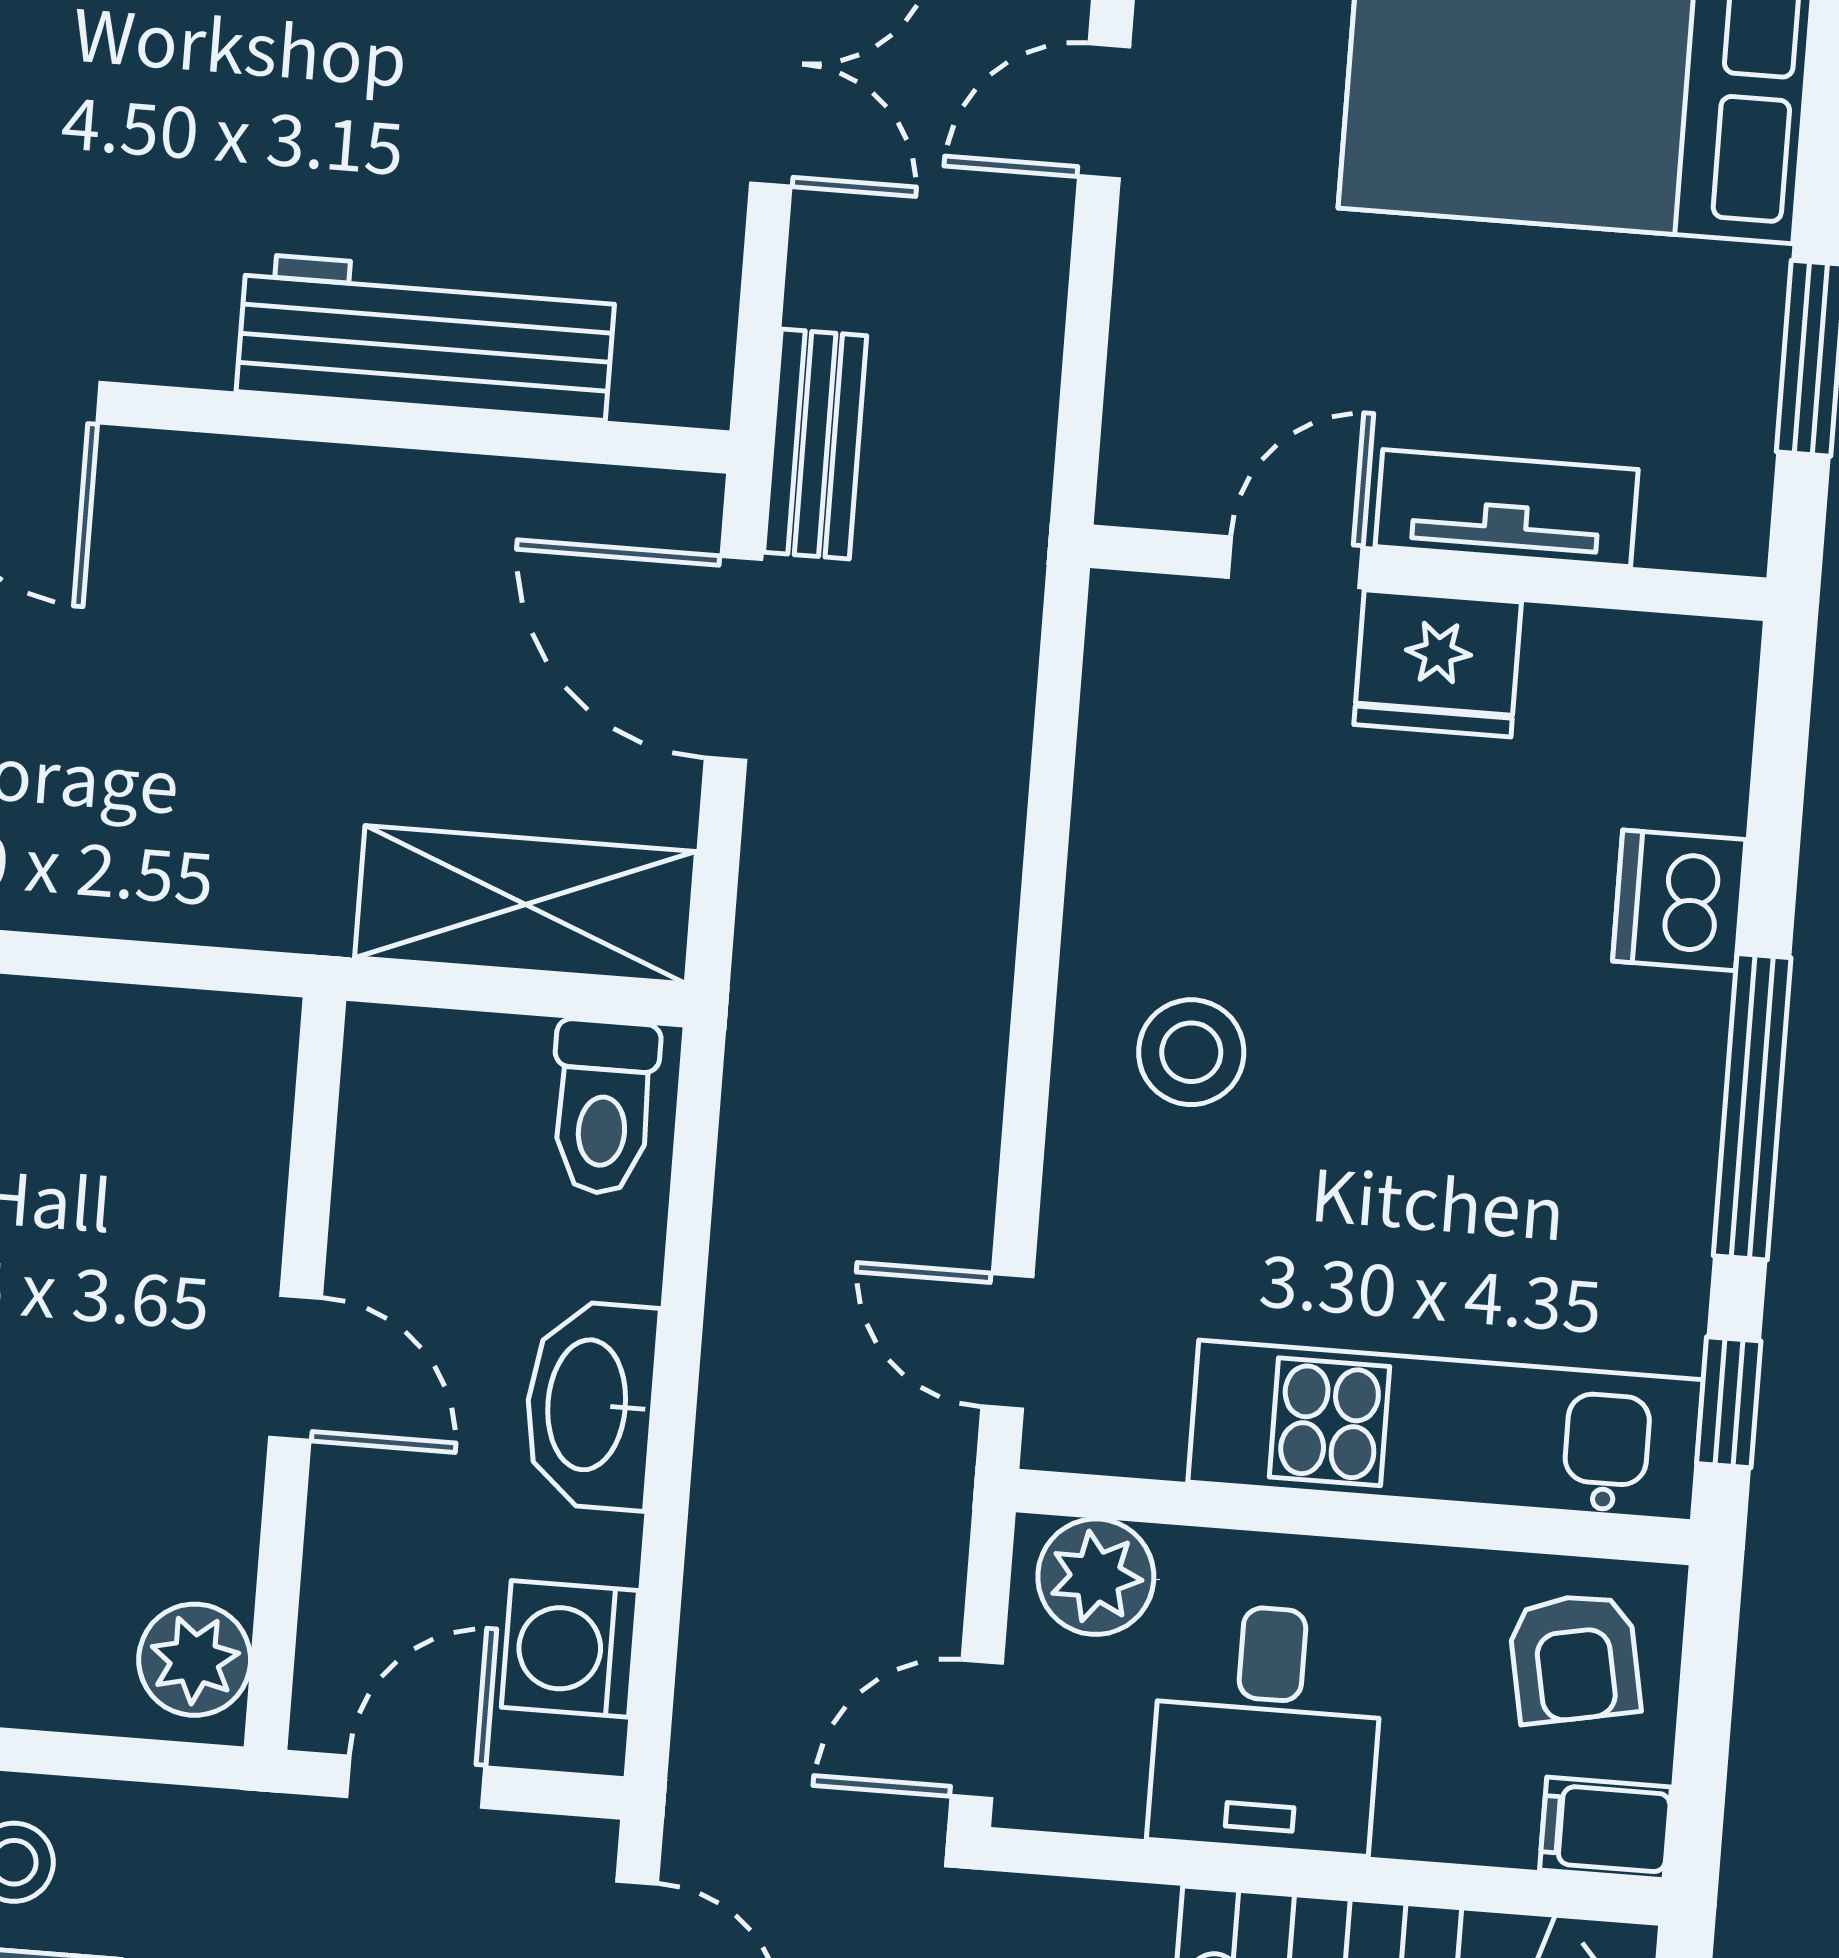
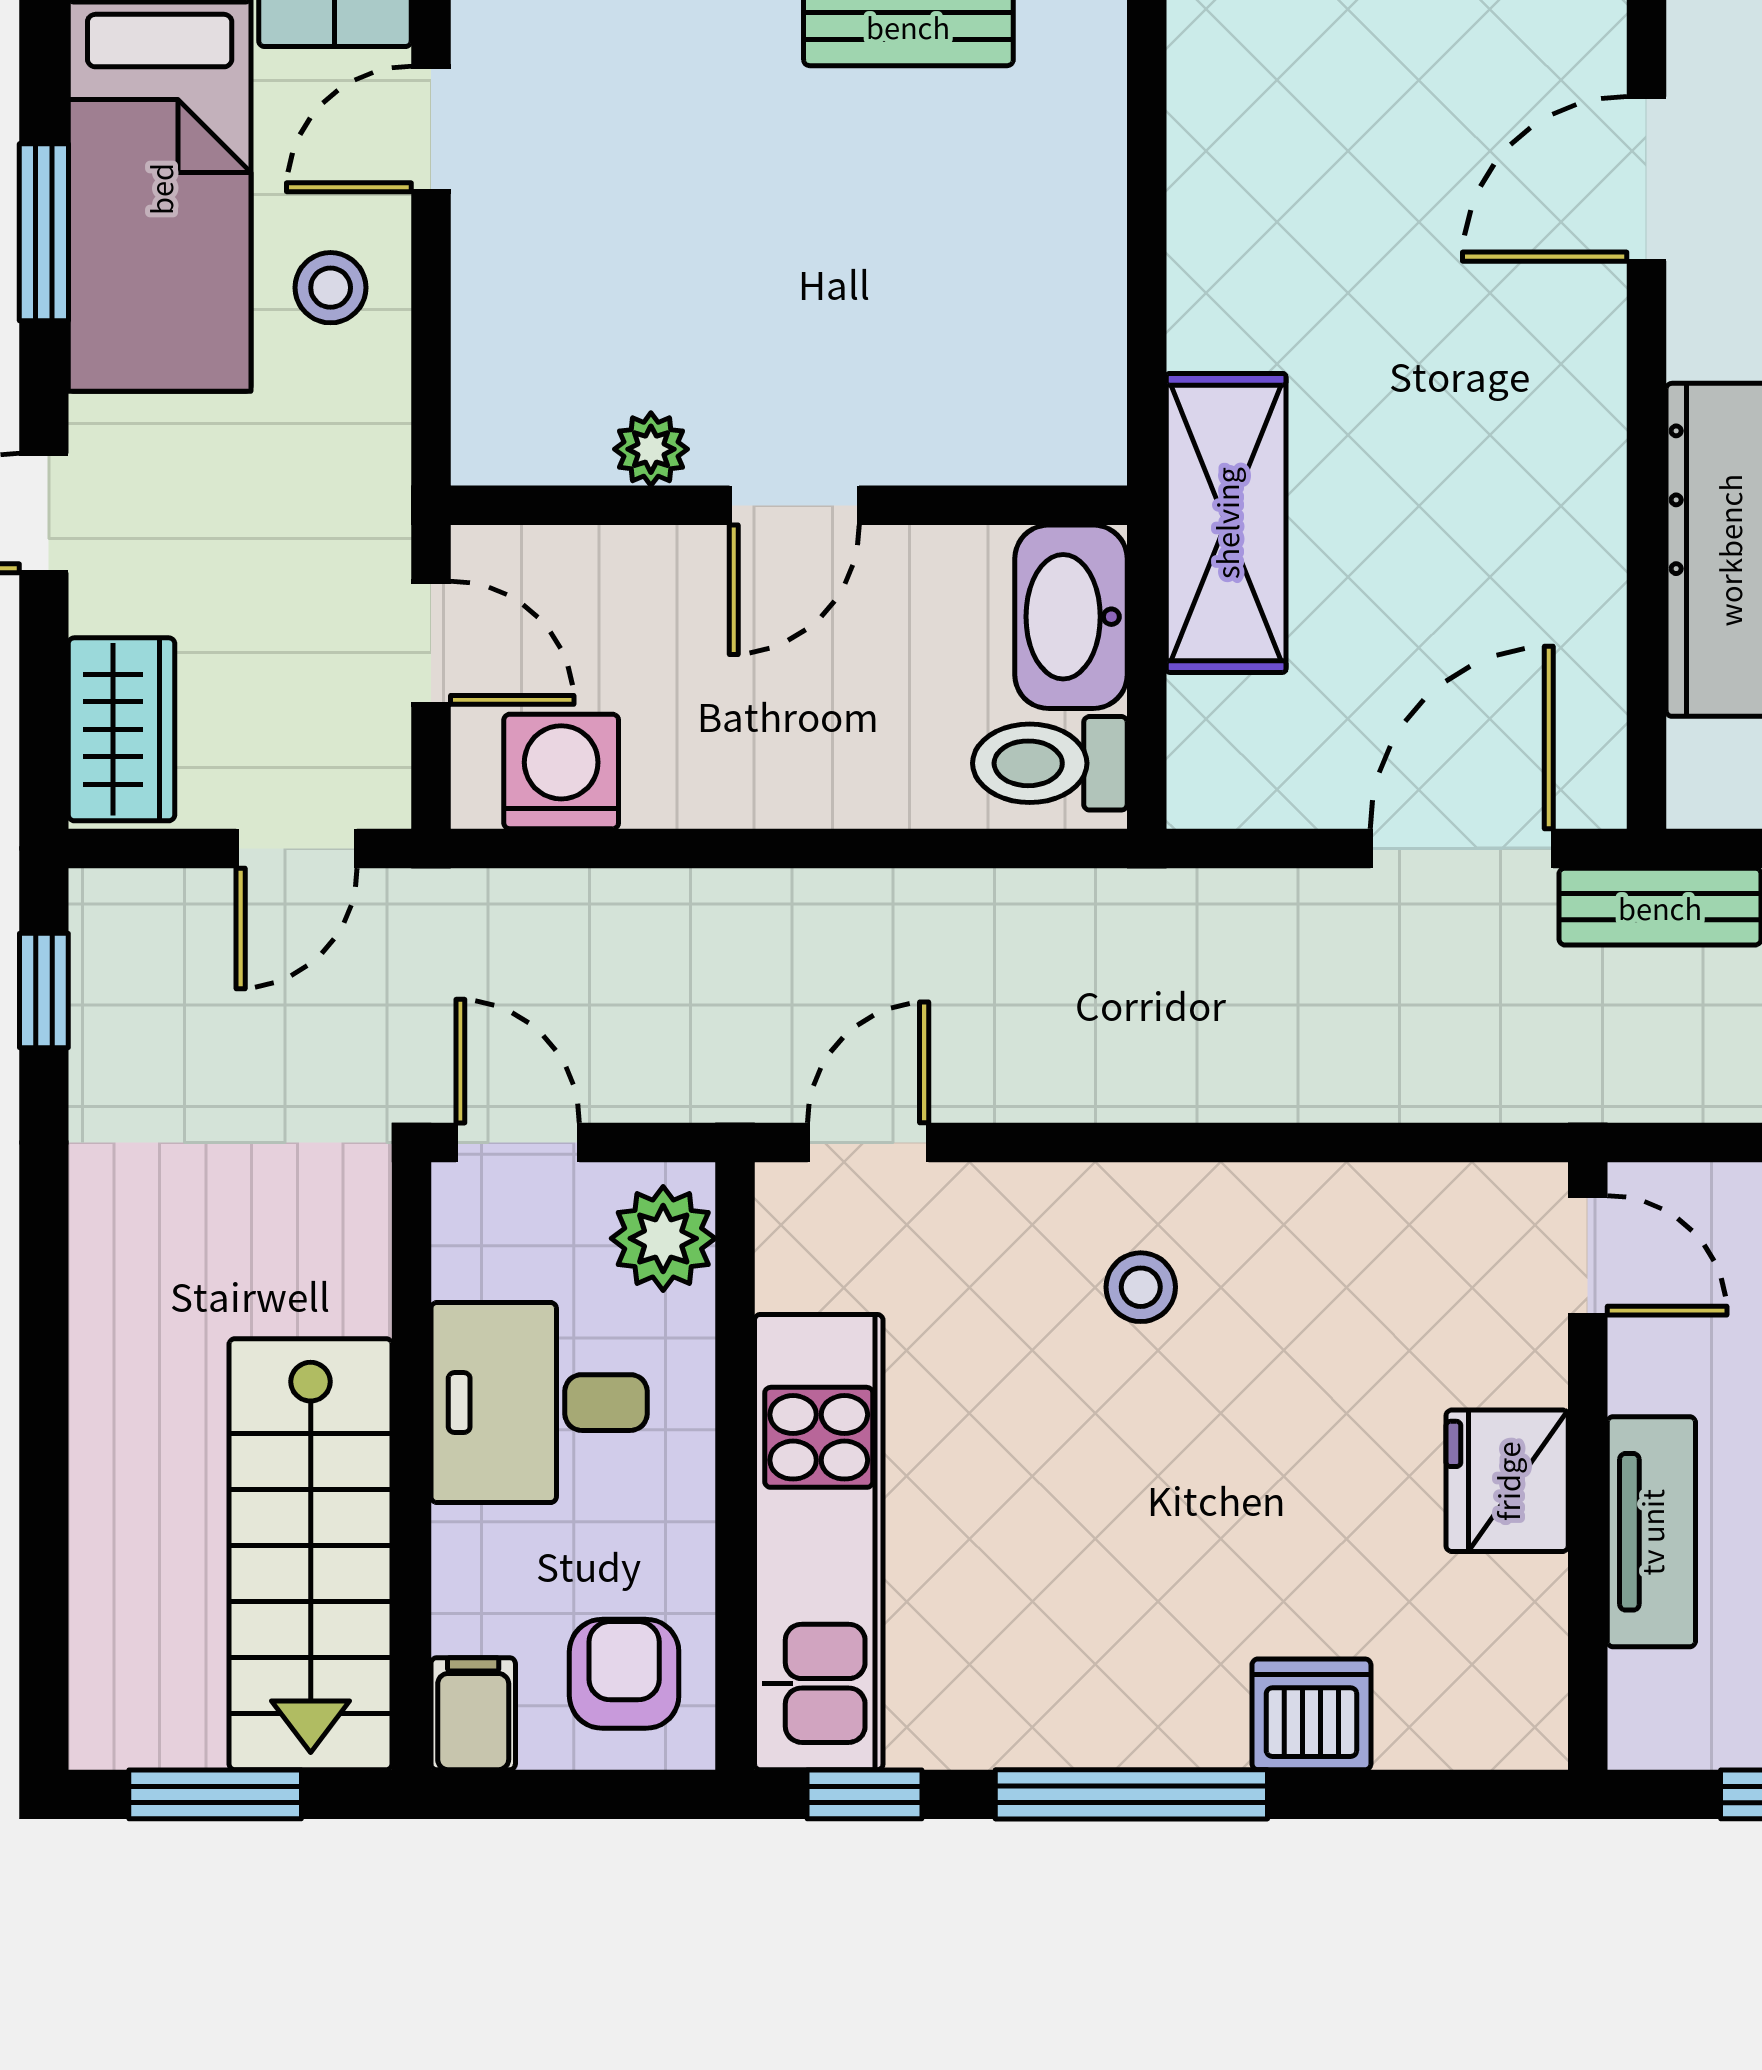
door: (1295, 562) -> (1588, 1255), moved
shelving: (526, 905) -> (1226, 523), moved
stool: (1191, 1052) -> (1141, 1287), width x0.73, depth x0.73
washbasin: (590, 1405) -> (1071, 617), moved, turned -90
armchair: (1574, 1658) -> (624, 1674), turned 101
plant: (195, 1660) -> (651, 449), moved, width x0.73, depth x0.73

